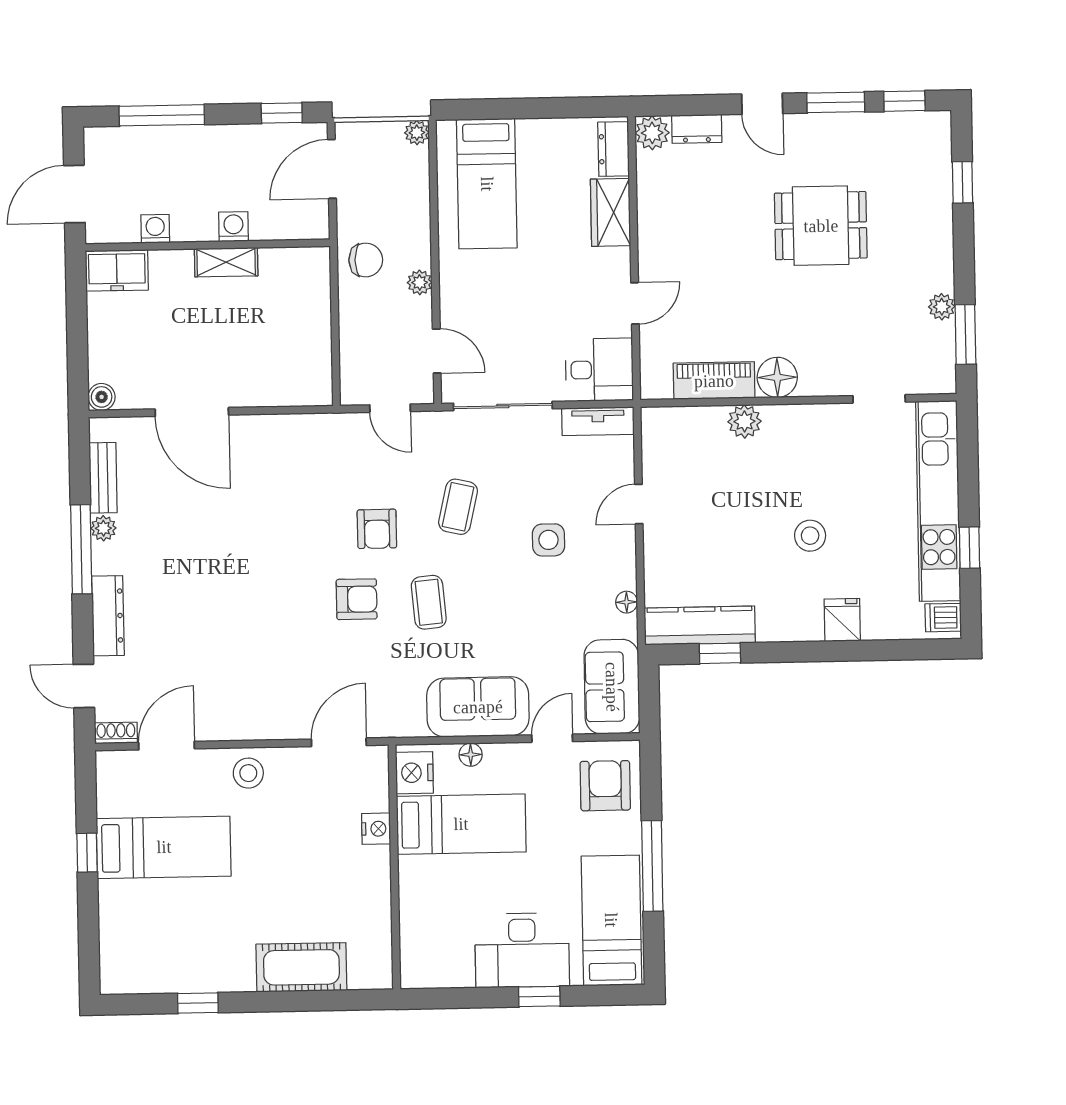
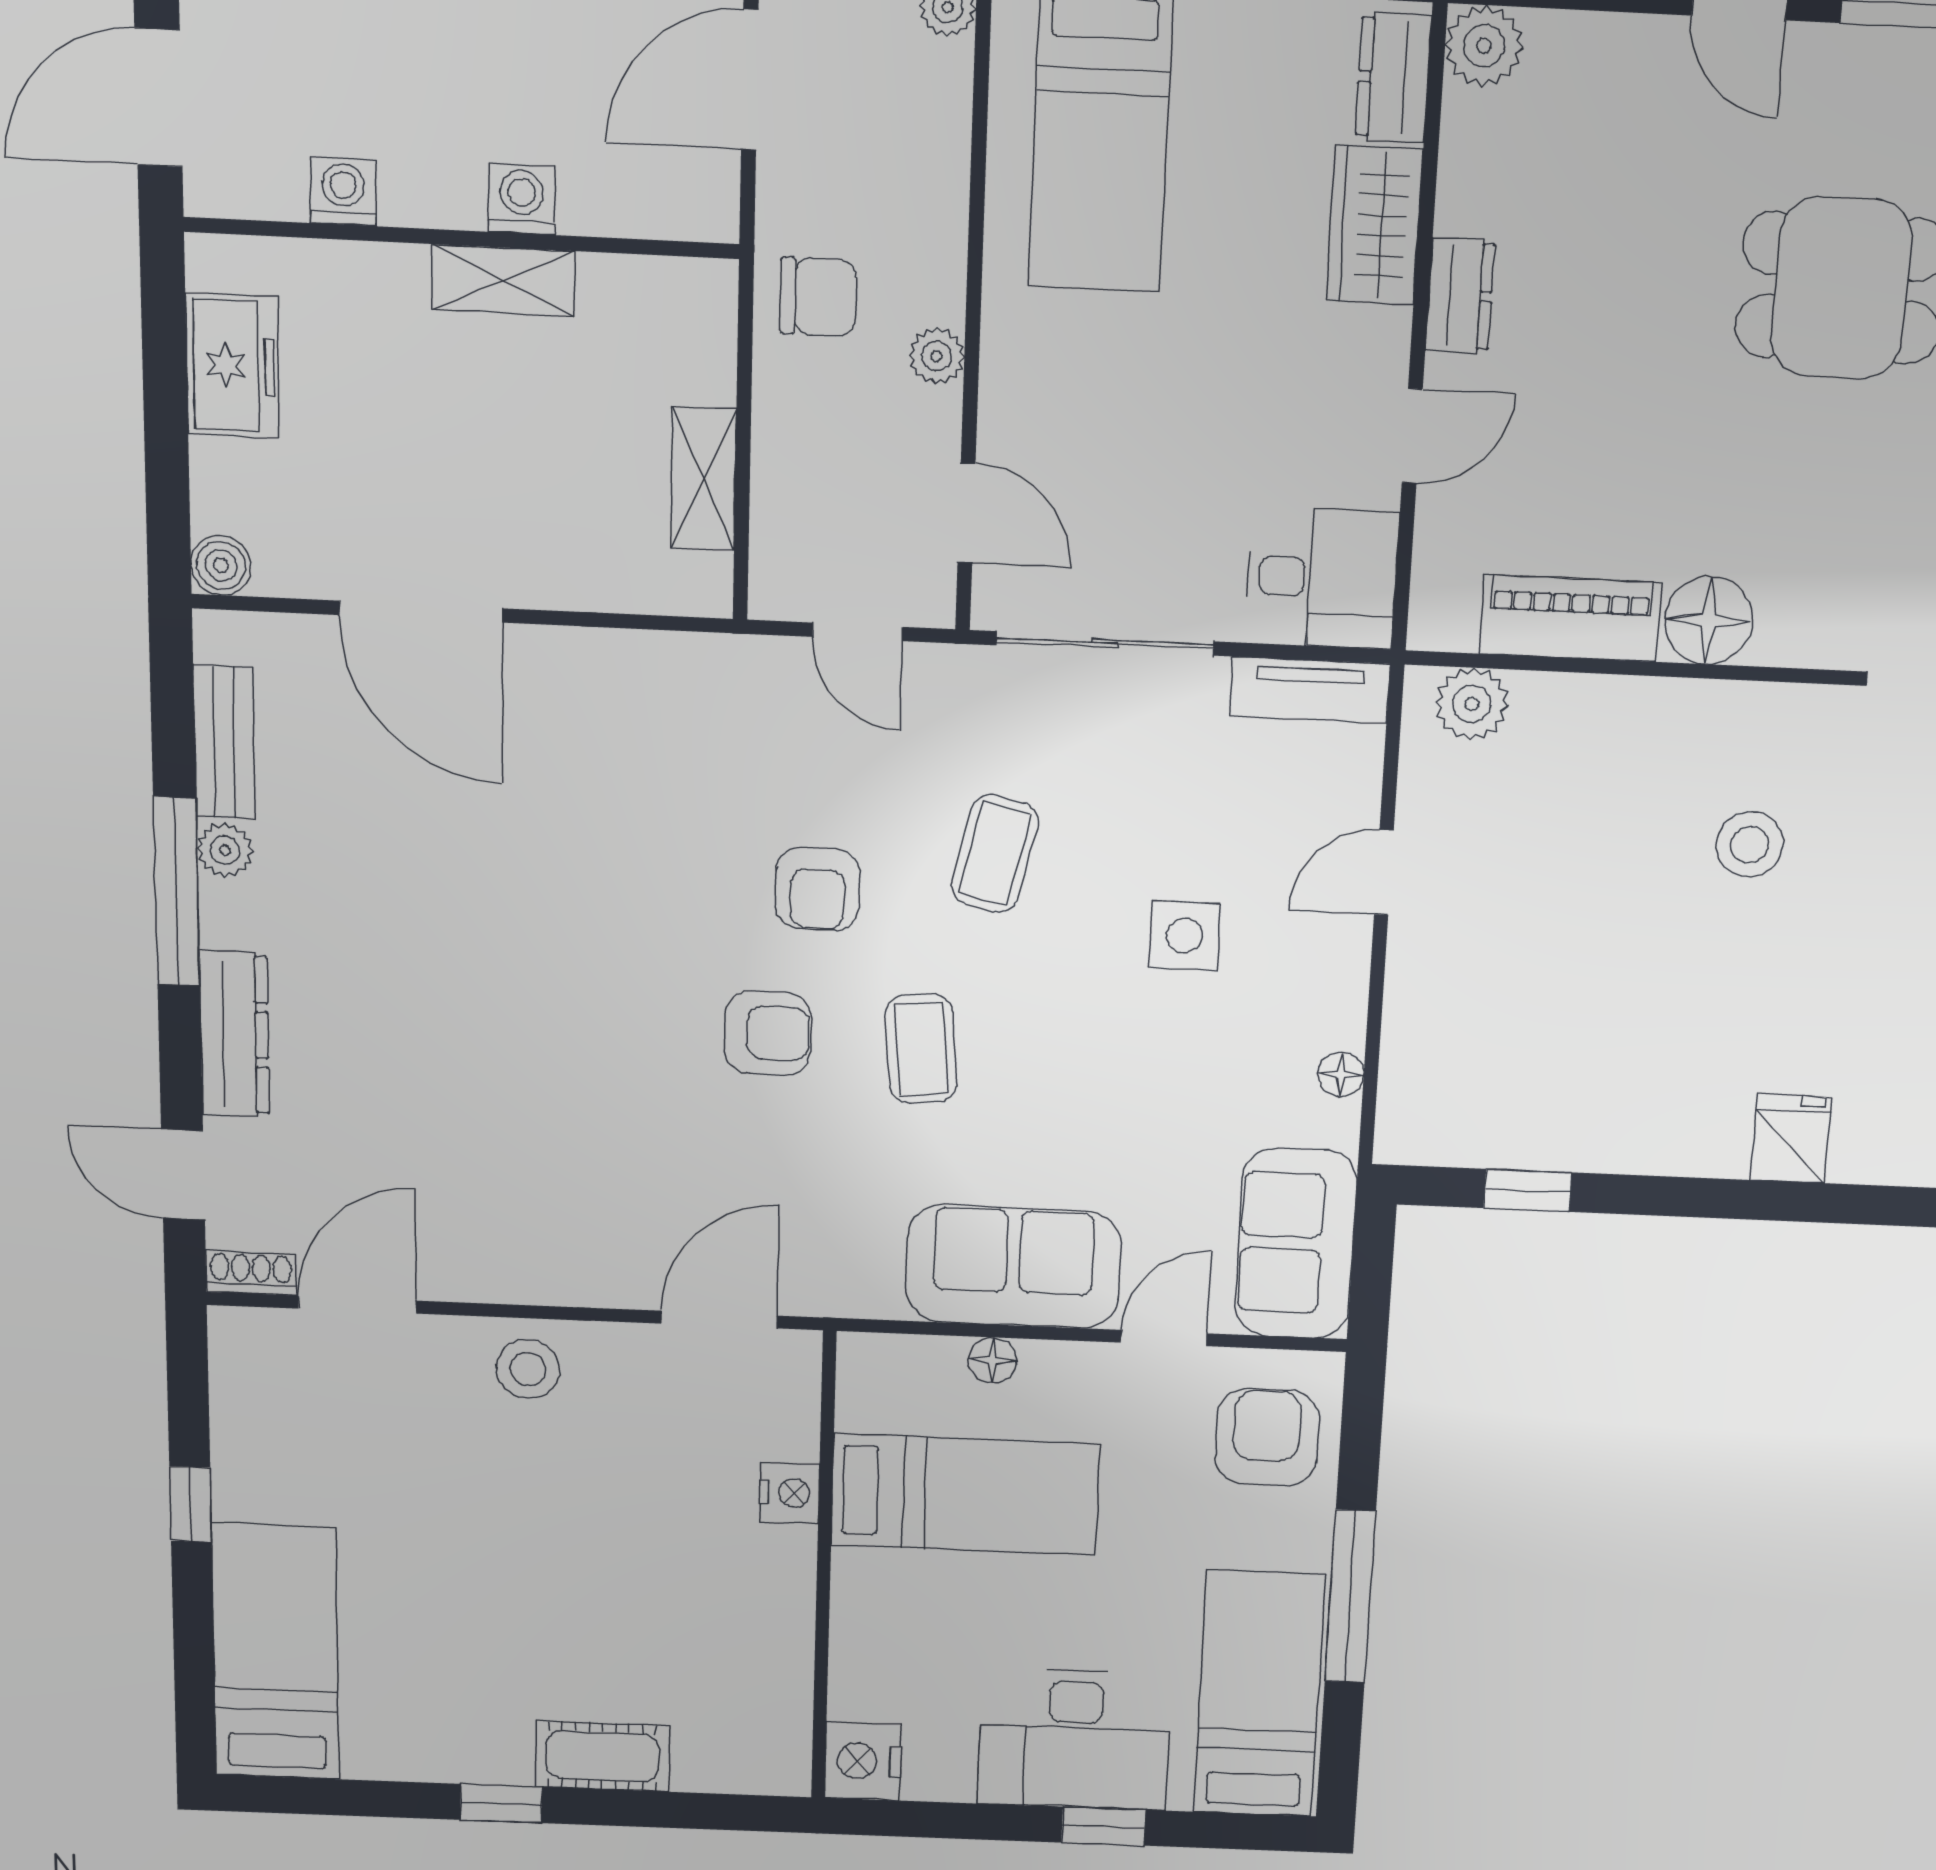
dresser: (697, 129) -> (1460, 296), moved, turned -90
freezer: (117, 270) -> (232, 366), moved, turned -90
shelving: (318, 344) -> (703, 479), added
plant: (744, 421) -> (1472, 704), moved
stool: (810, 536) -> (1750, 844), moved
kitchen counter: (700, 625) -> (1491, 1132), removed
nightstand: (414, 773) -> (863, 1761), moved
bed: (164, 847) -> (276, 1652), moved, turned -90
cot: (301, 967) -> (602, 1756), width x0.73, depth x0.75
window: (198, 1003) -> (501, 1803), moved

